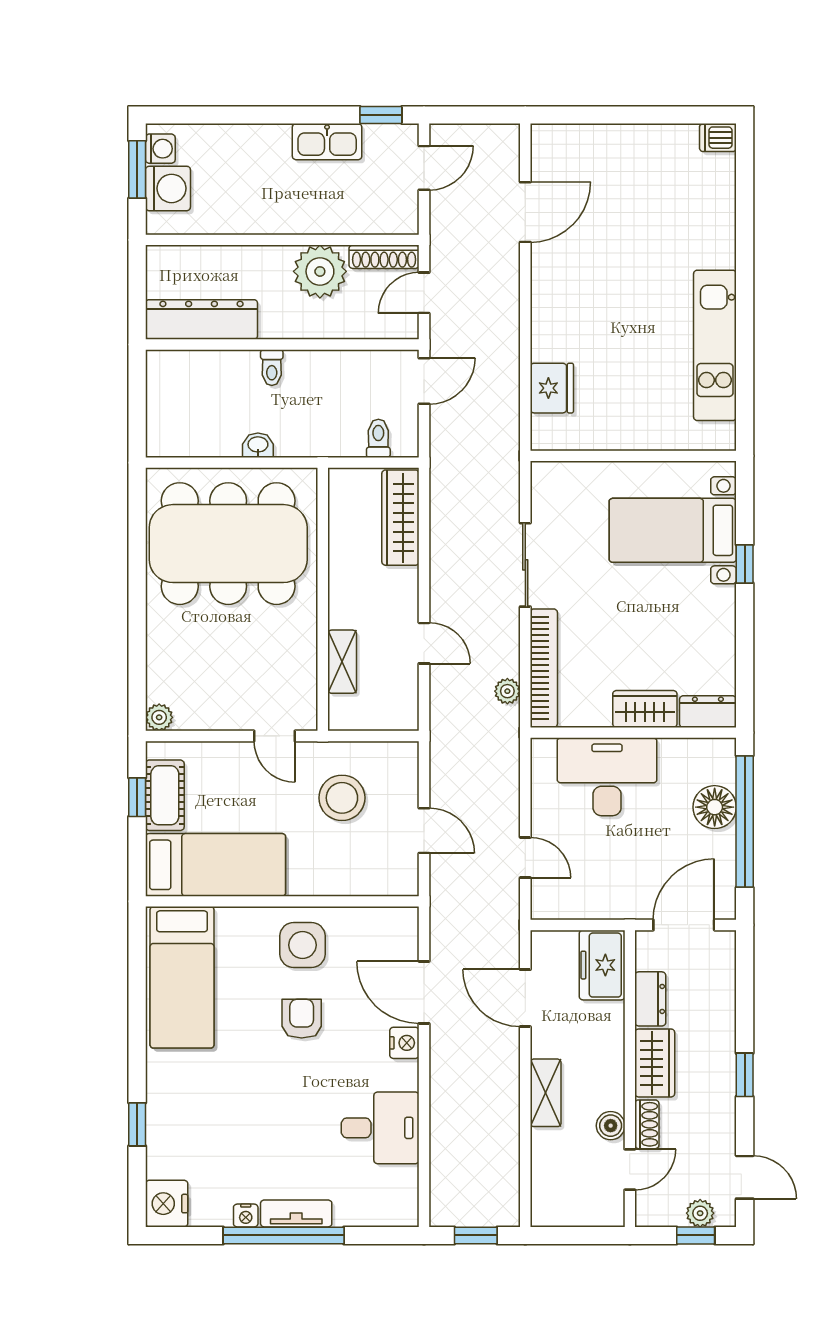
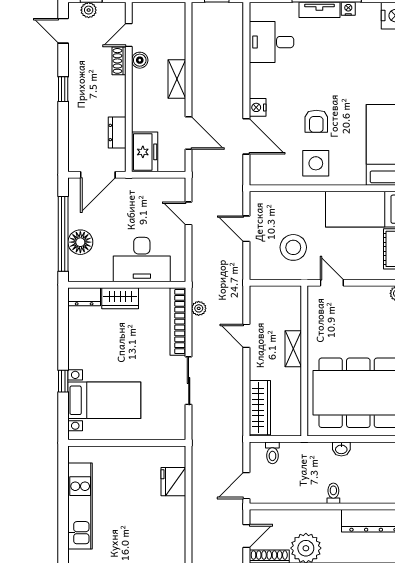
shelving: (342, 662) -> (293, 349), moved
wardrobe: (655, 1063) -> (115, 96), removed
desk: (380, 1128) -> (271, 42), moved

